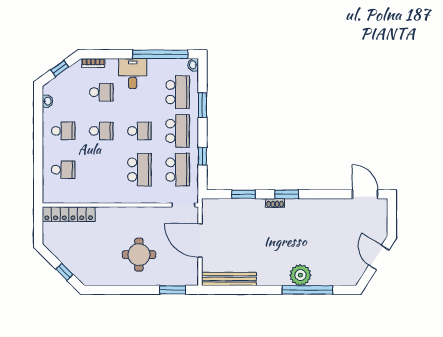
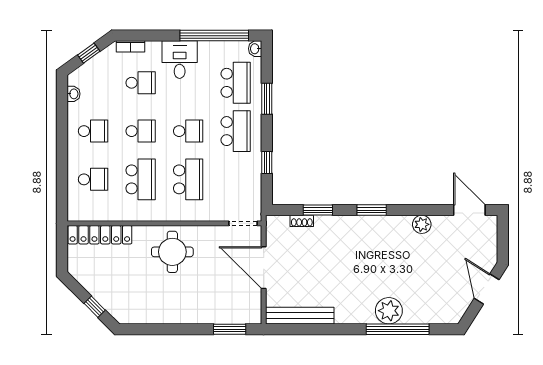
school desk: (178, 170) -> (141, 179), moved
shoe rack: (275, 203) -> (302, 221), moved
plant: (327, 206) -> (422, 224), added
round table: (139, 255) -> (172, 252), moved

